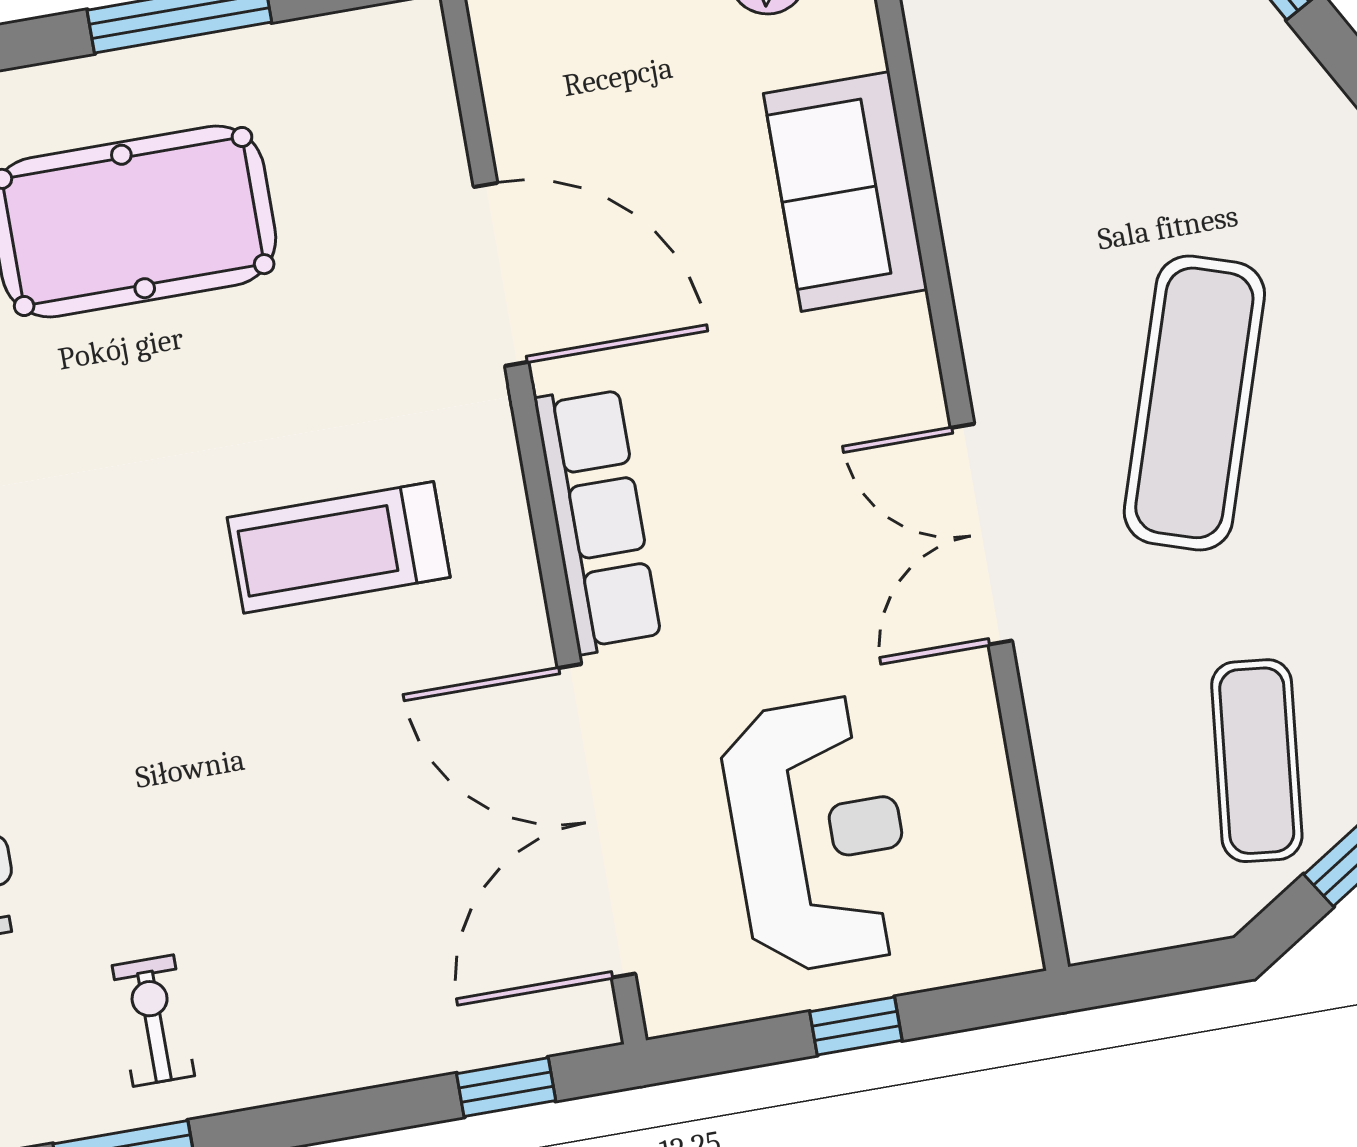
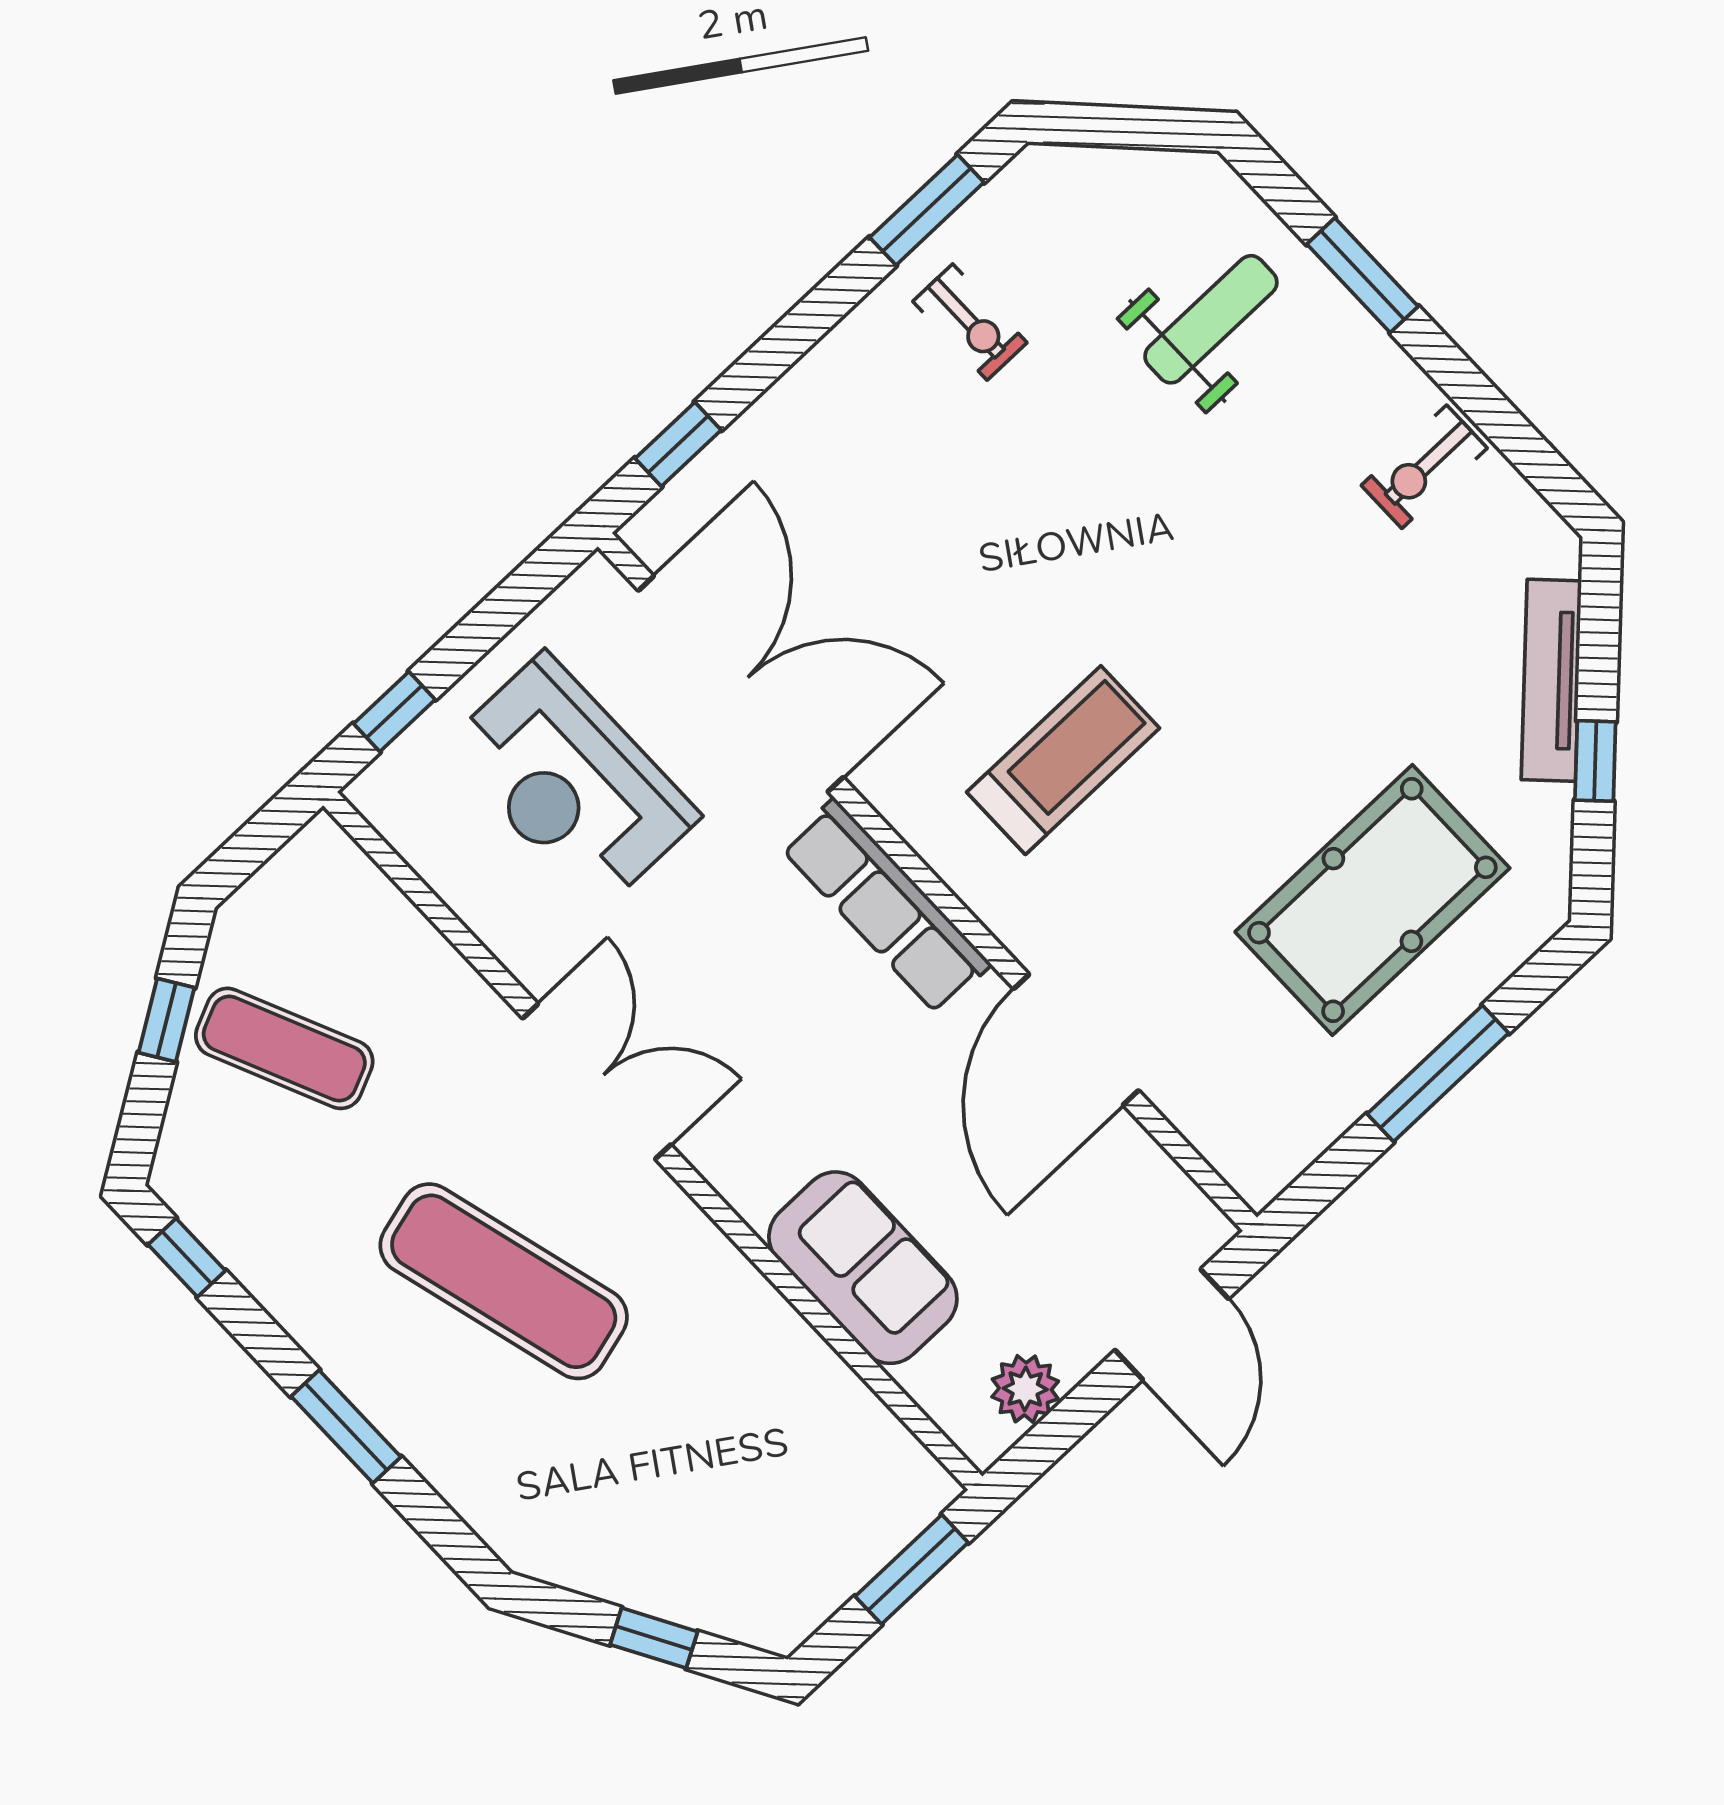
door: (501, 274) -> (1076, 1040), hinge flipped
exercise mat: (1194, 403) -> (504, 1281), turned -33
exercise mat: (1257, 761) -> (284, 1048), turned -30
window: (856, 1026) -> (394, 712), moved

